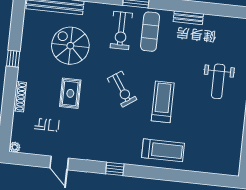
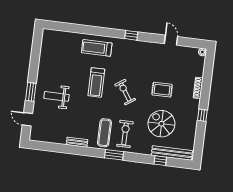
spiral stairs: (70, 46) -> (161, 124), turned 180
weight bench: (218, 81) -> (56, 96), turned -90
rug: (70, 93) -> (162, 90), turned 90

